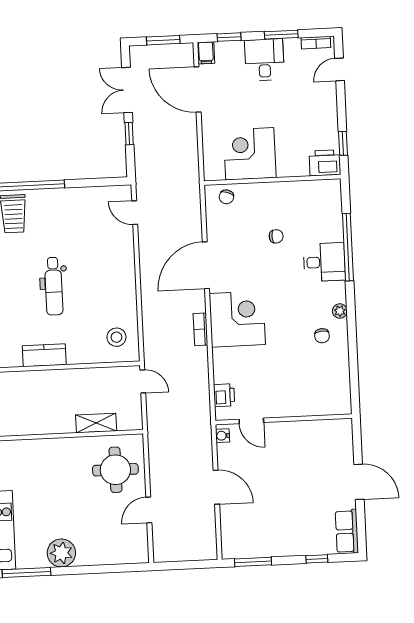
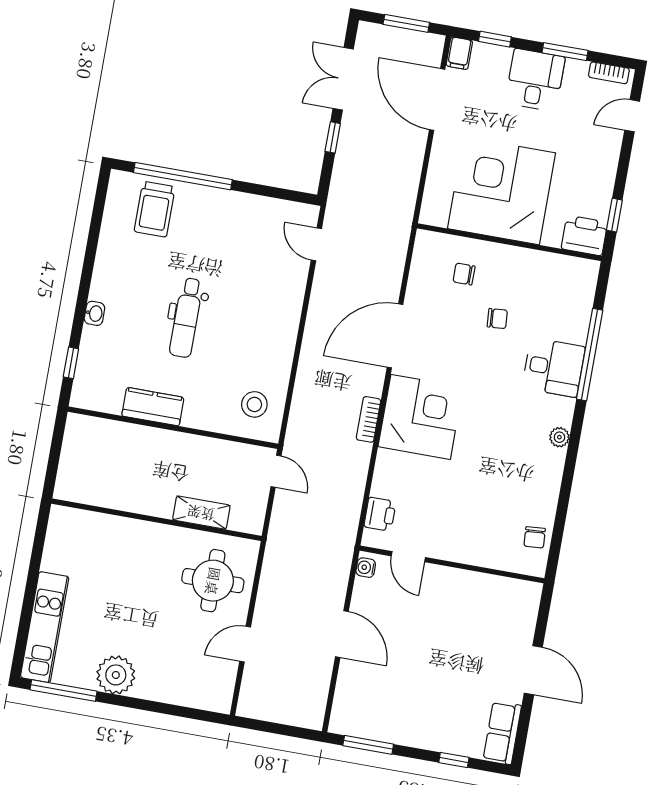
corner desk: (250, 154) -> (501, 191), width x1.36, depth x1.36
chair: (226, 197) -> (464, 274), moved, turned 71
chair: (322, 336) -> (535, 537), moved

